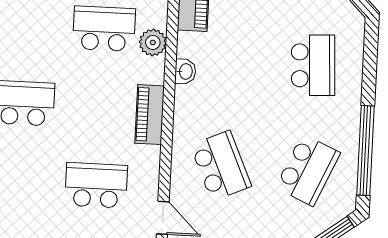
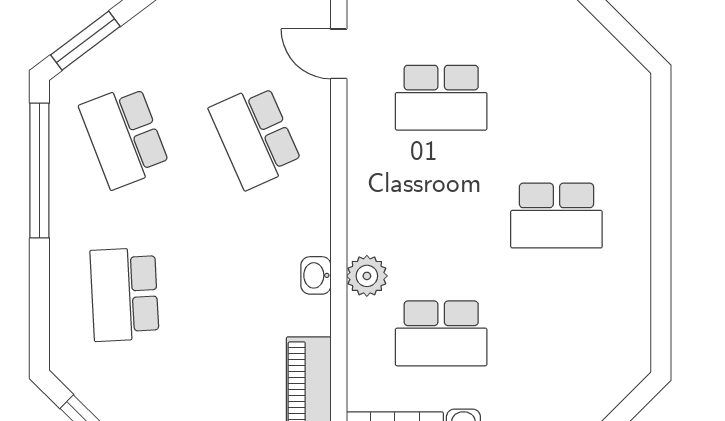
plant: (153, 42) -> (367, 276), moved
piano: (150, 115) -> (366, 208), removed
school desk: (308, 170) -> (125, 137), turned -45

